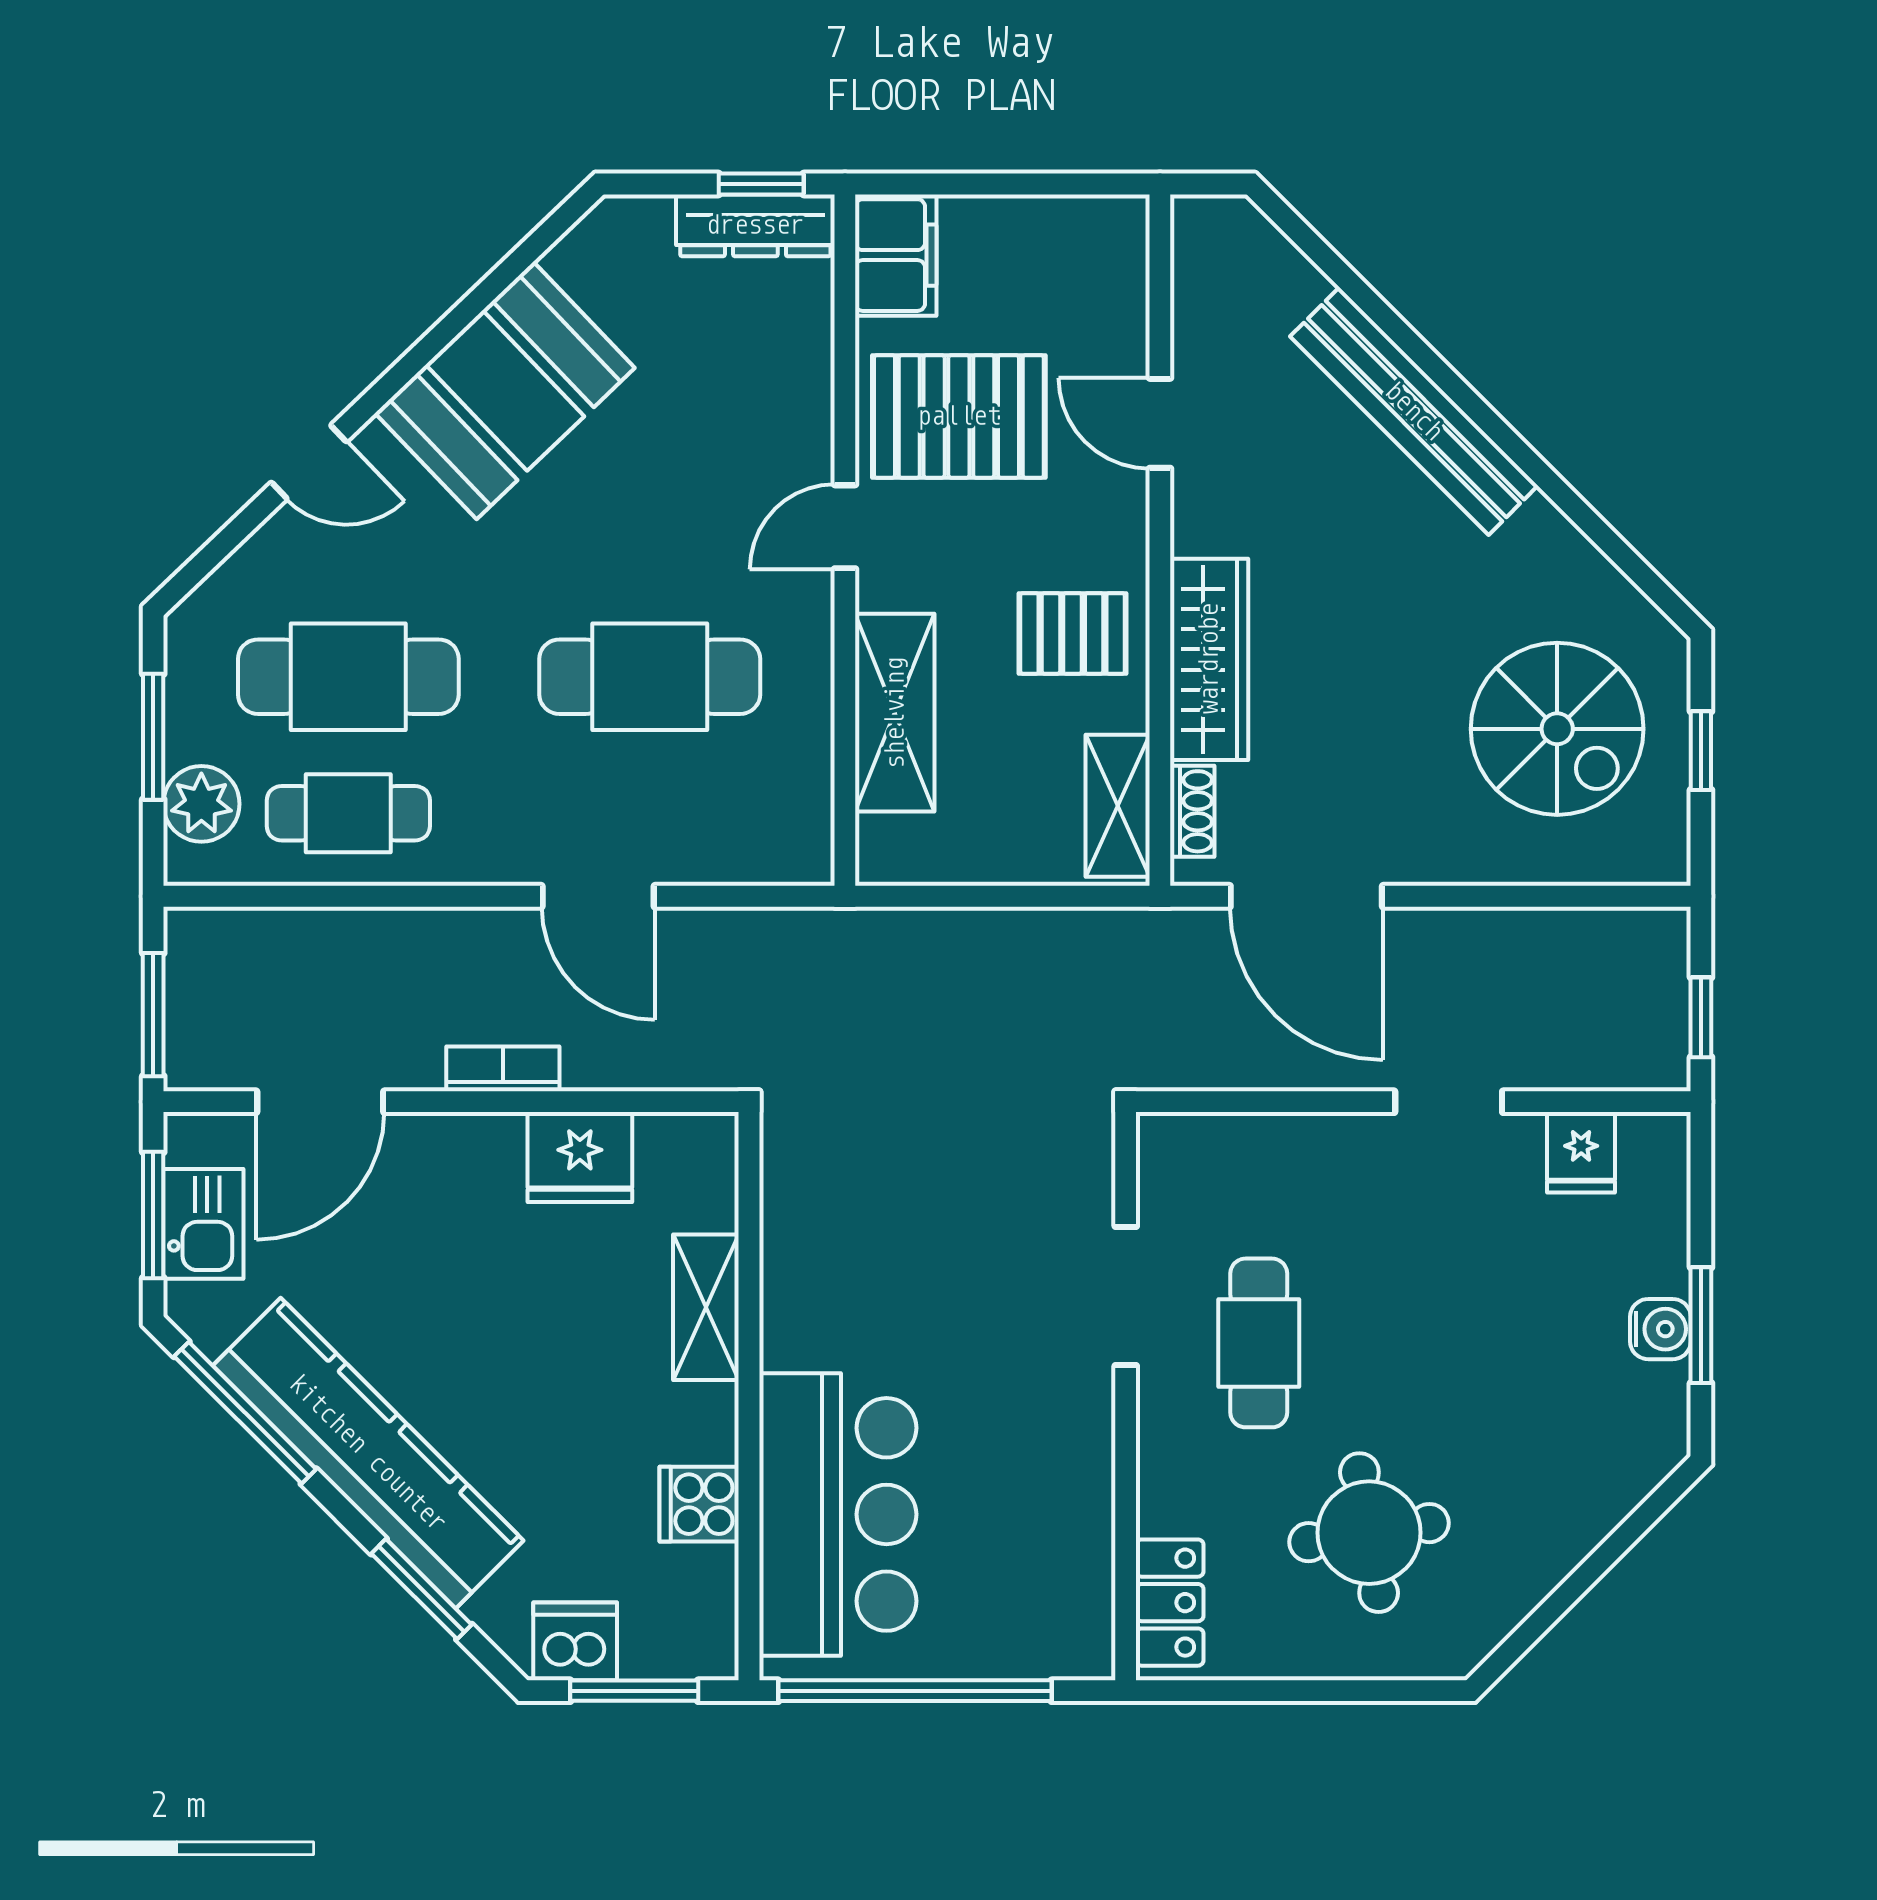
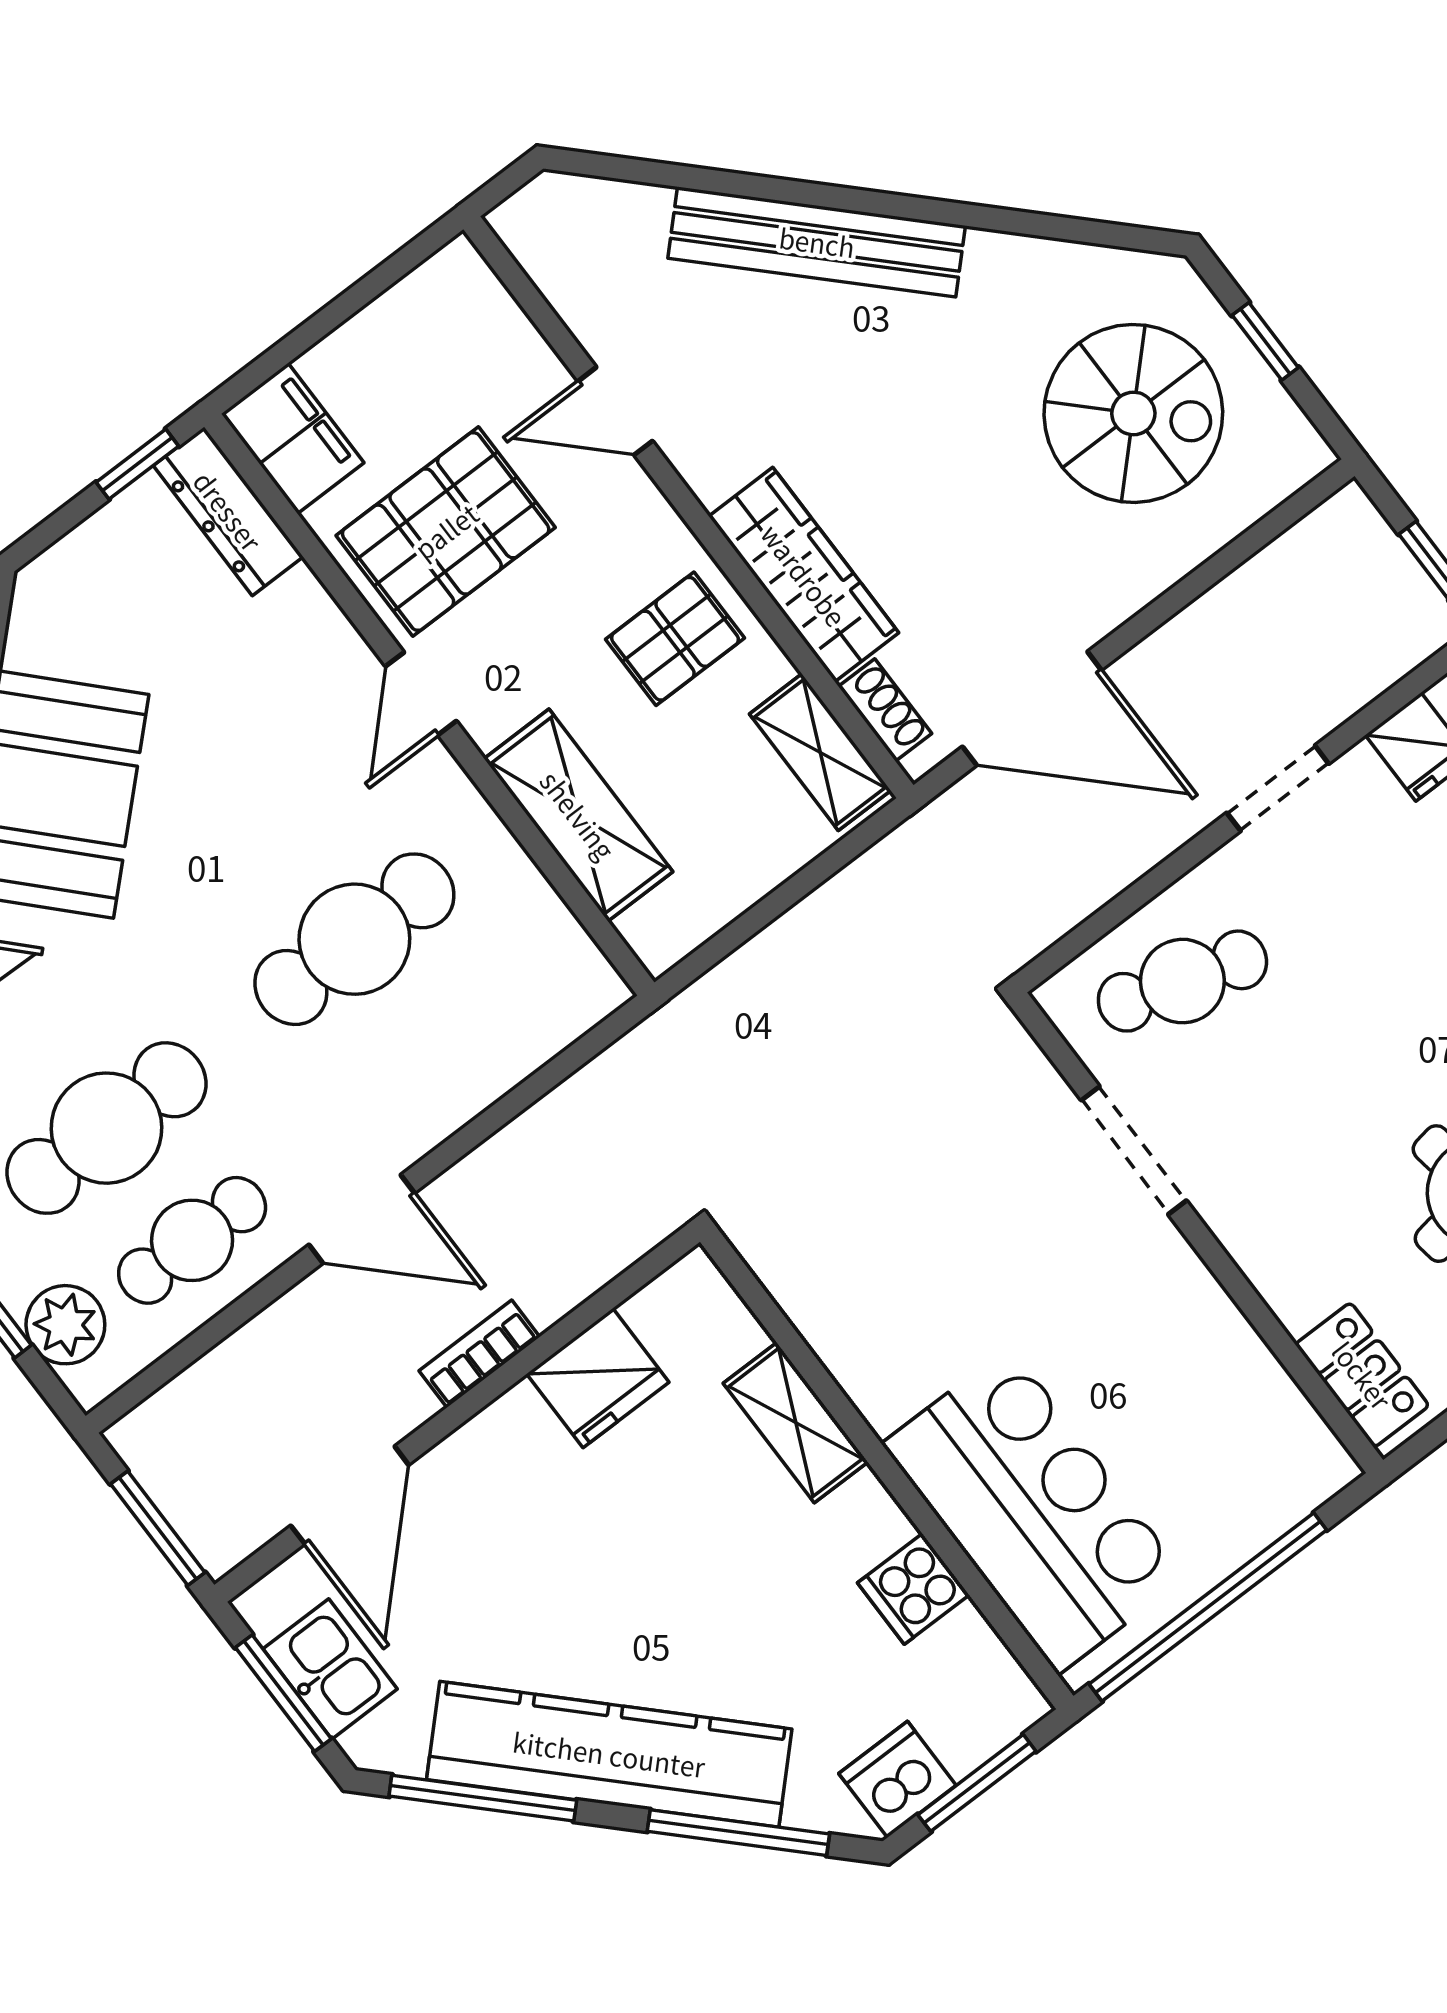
dresser: (755, 225) -> (228, 511), moved, turned 90
door: (598, 896) -> (362, 1219), moved
cafe table: (1259, 1343) -> (1182, 981), moved, turned -73
window: (422, 1589) -> (738, 1833), width x1.44

